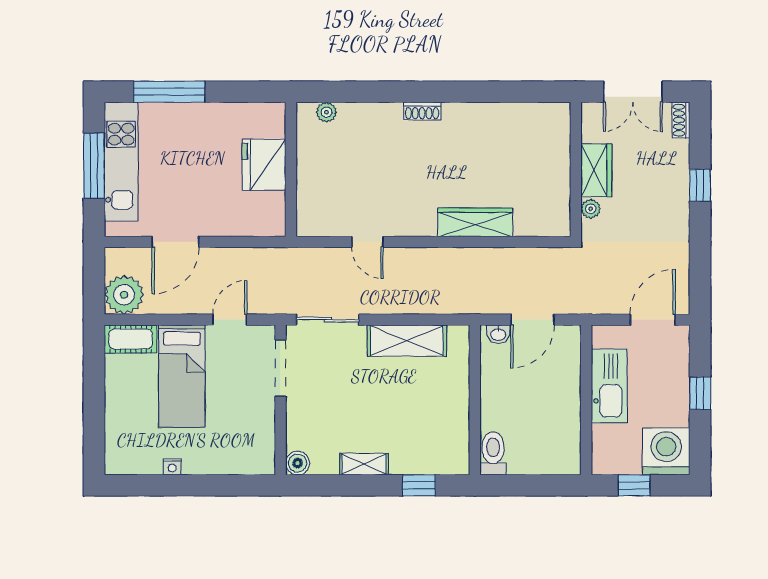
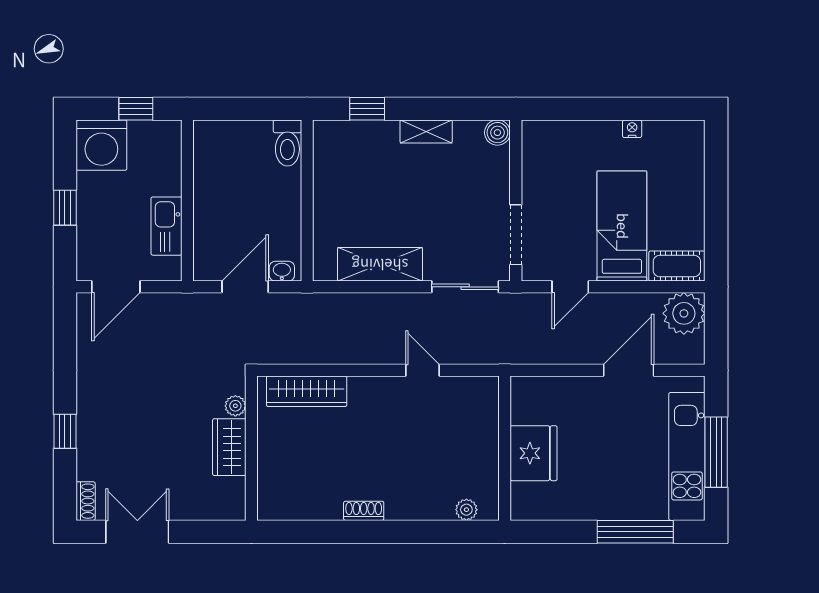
wall: (576, 169) -> (251, 448), moved
wardrobe: (596, 170) -> (229, 447), moved
plant: (591, 209) -> (235, 406), moved
kitchen sink: (609, 386) -> (166, 226), width x0.73, depth x0.81

